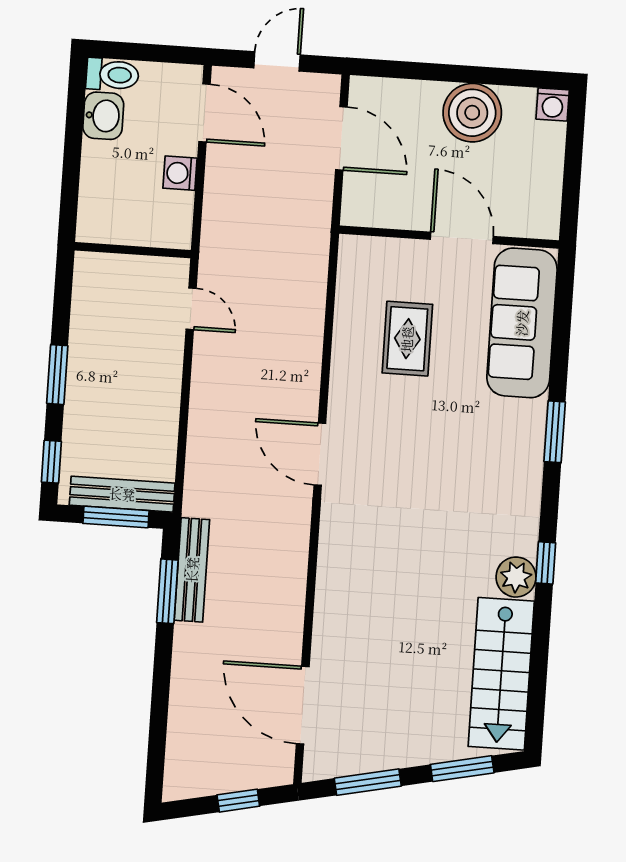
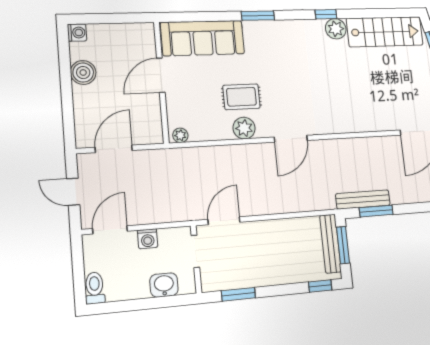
boiler: (472, 113) -> (83, 73), width x0.73, depth x0.73
washbasin: (103, 116) -> (164, 285), moved
doorway: (146, 251) -> (195, 251), added
plant: (351, 256) -> (180, 135), added
door: (191, 309) -> (224, 221), width x1.38
rug: (407, 339) -> (241, 97), moved
plant: (350, 372) -> (244, 128), added
window: (57, 375) -> (238, 294), moved

